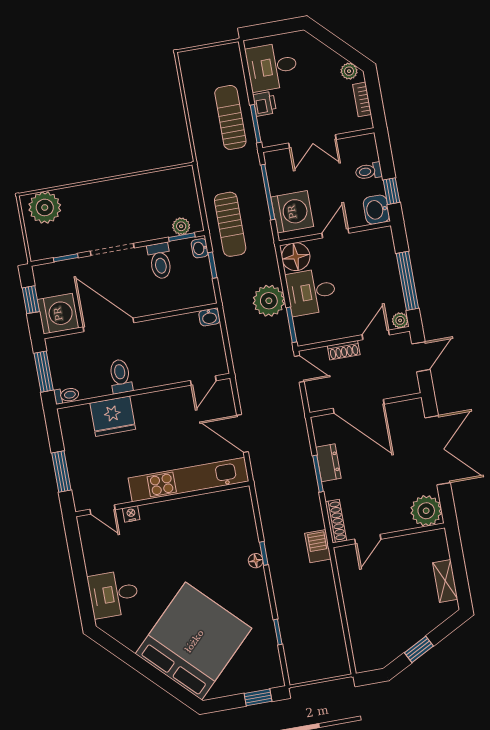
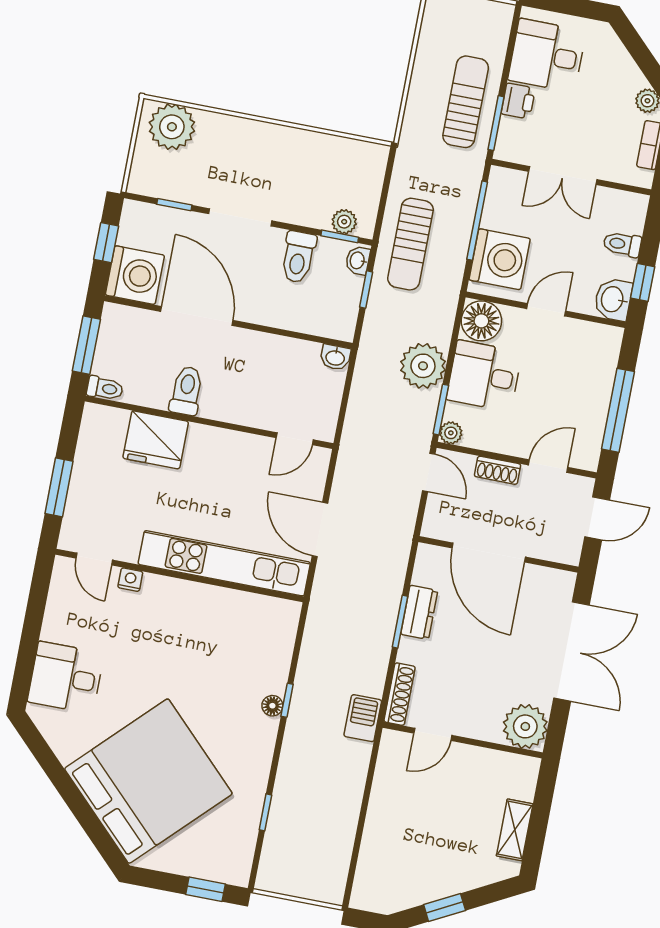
plant: (400, 320) -> (451, 433), moved

